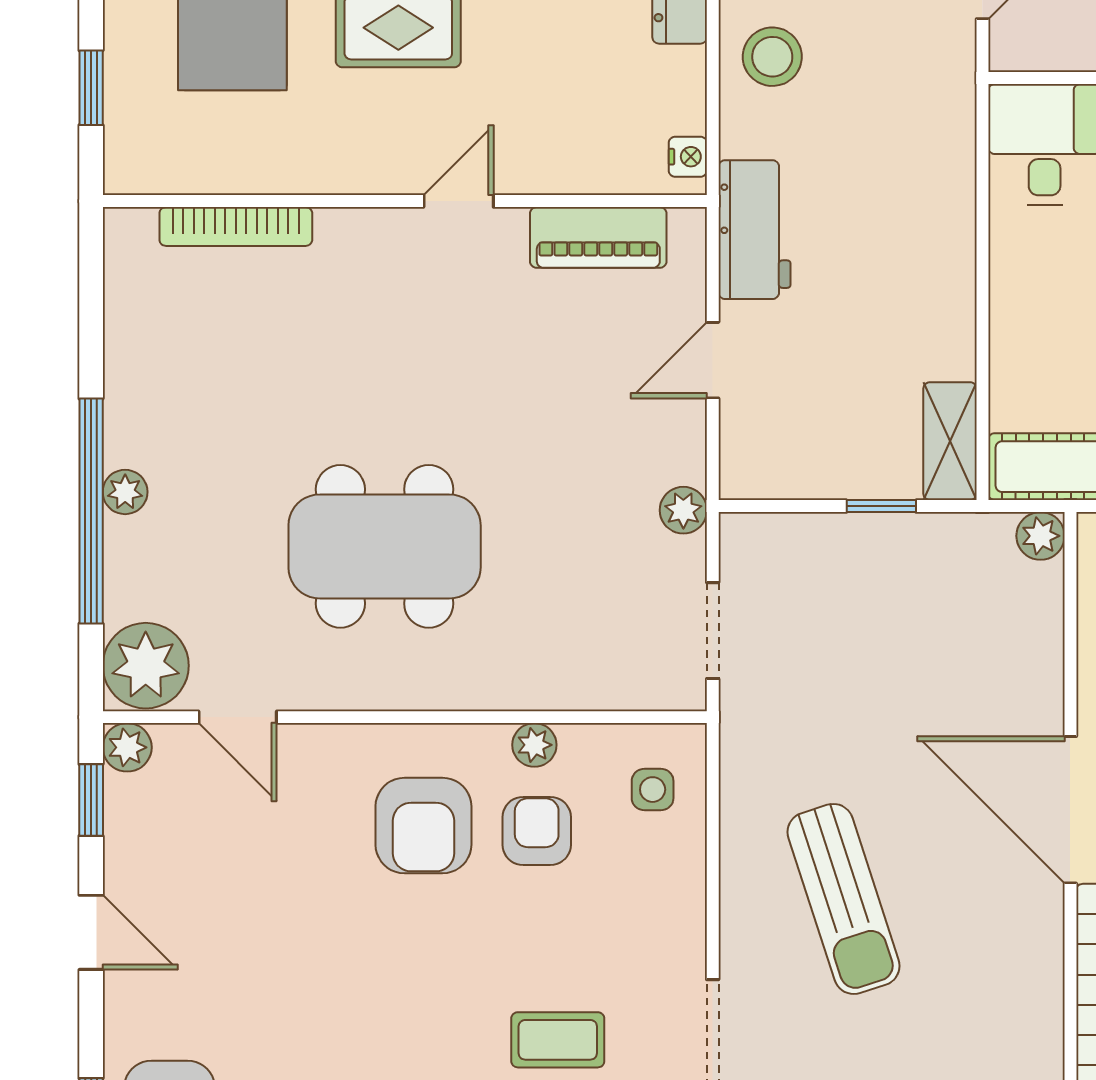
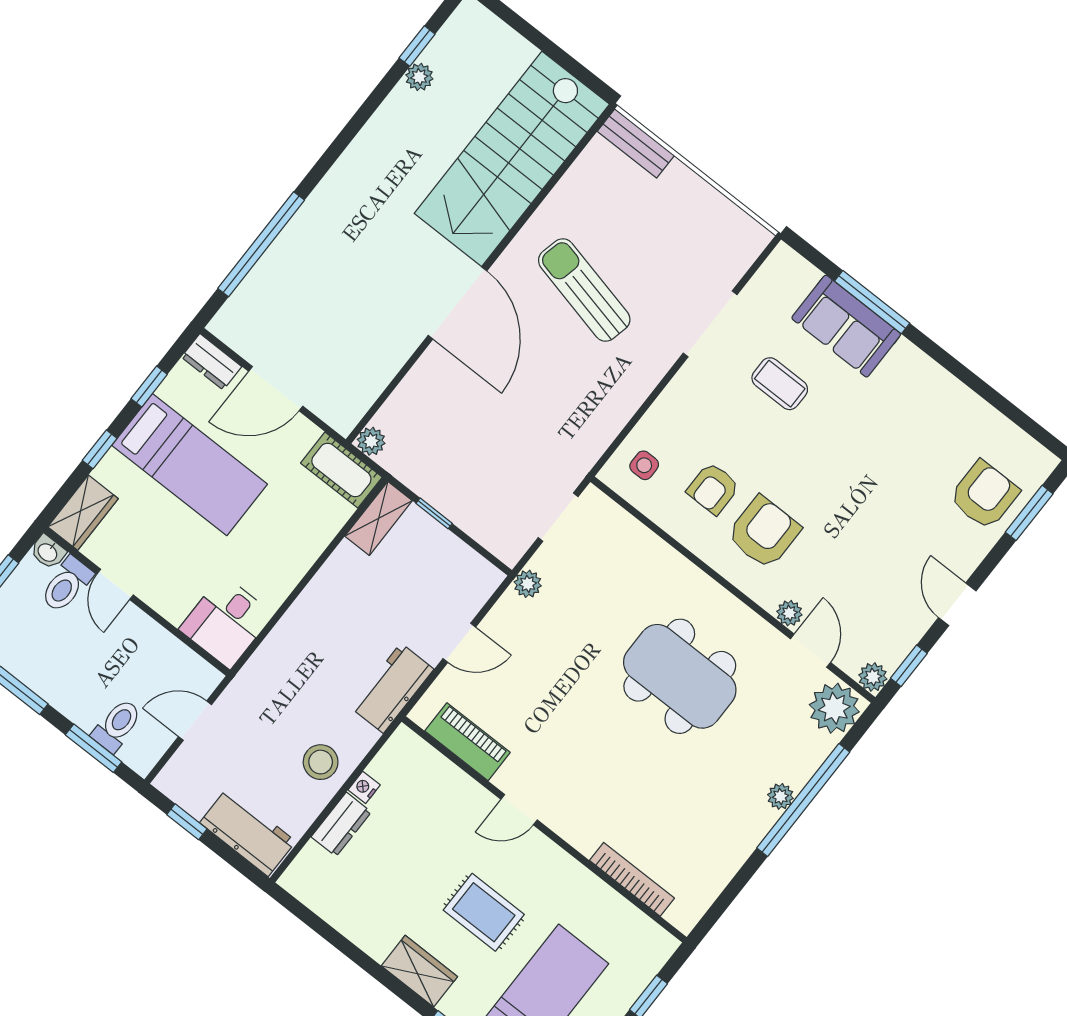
nightstand: (688, 157) -> (364, 787), moved
plant: (534, 745) -> (789, 613), moved
sun lounger: (844, 899) -> (584, 290), moved, turned -59

